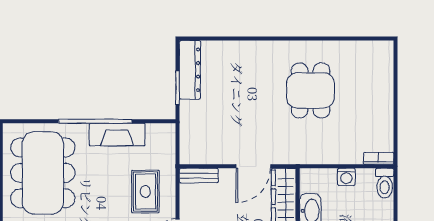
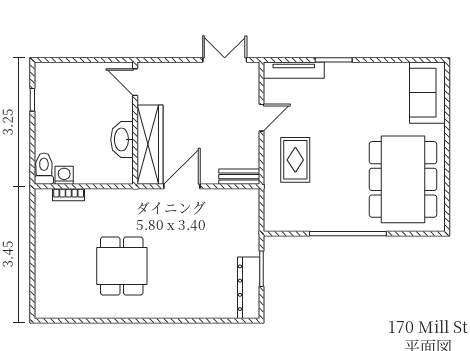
fireplace: (117, 135) -> (325, 220), removed
bookcase: (379, 158) -> (69, 195), moved
washing machine: (346, 177) -> (64, 175), moved

